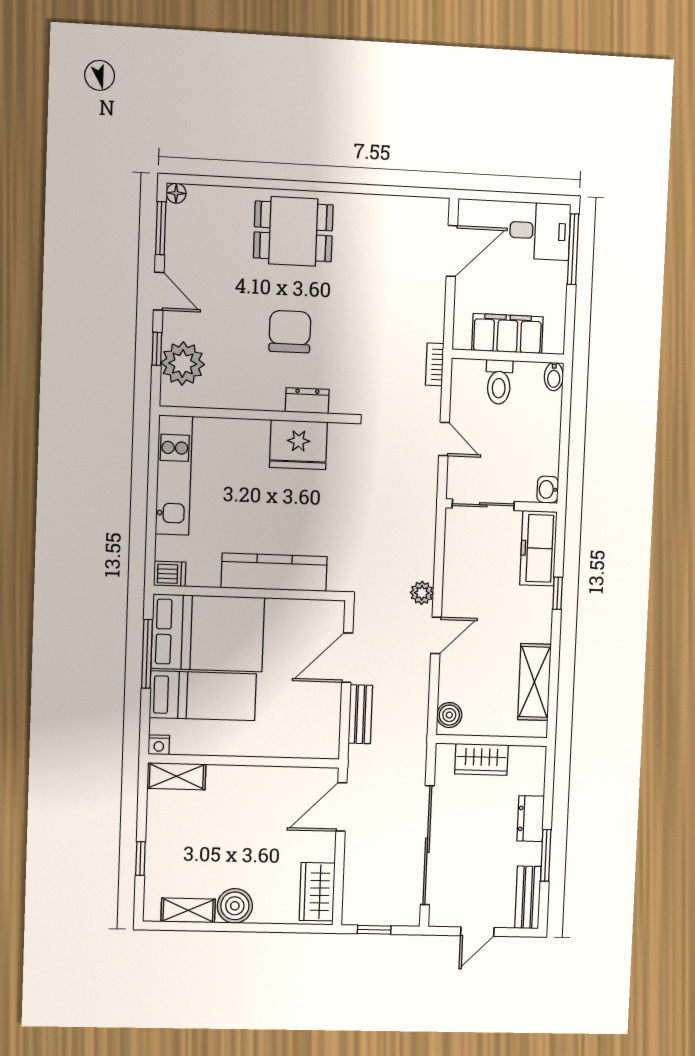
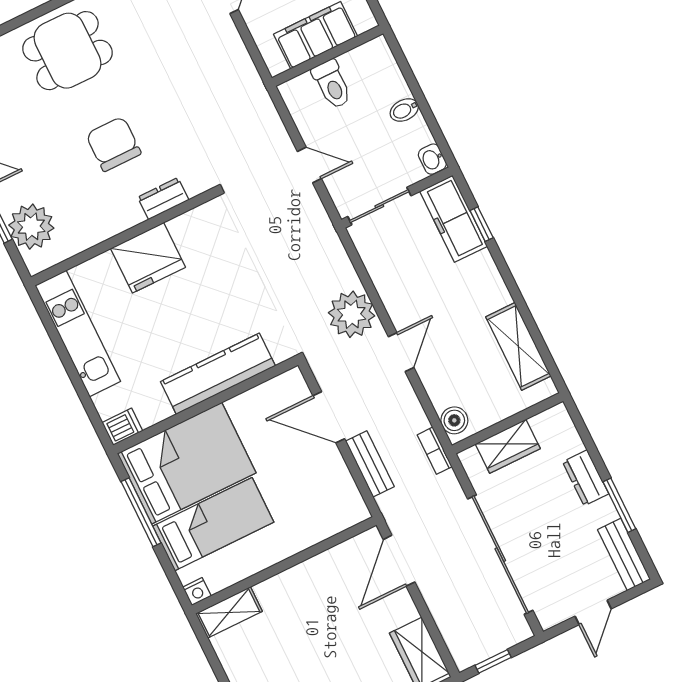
bookcase: (435, 364) -> (435, 451), moved
bidet: (554, 377) -> (404, 110), moved, turned 90
fridge: (298, 445) -> (148, 258), moved
plant: (422, 593) -> (352, 314), width x1.88, depth x1.88
window: (558, 593) -> (482, 224), moved
door: (347, 658) -> (329, 417), hinge flipped

